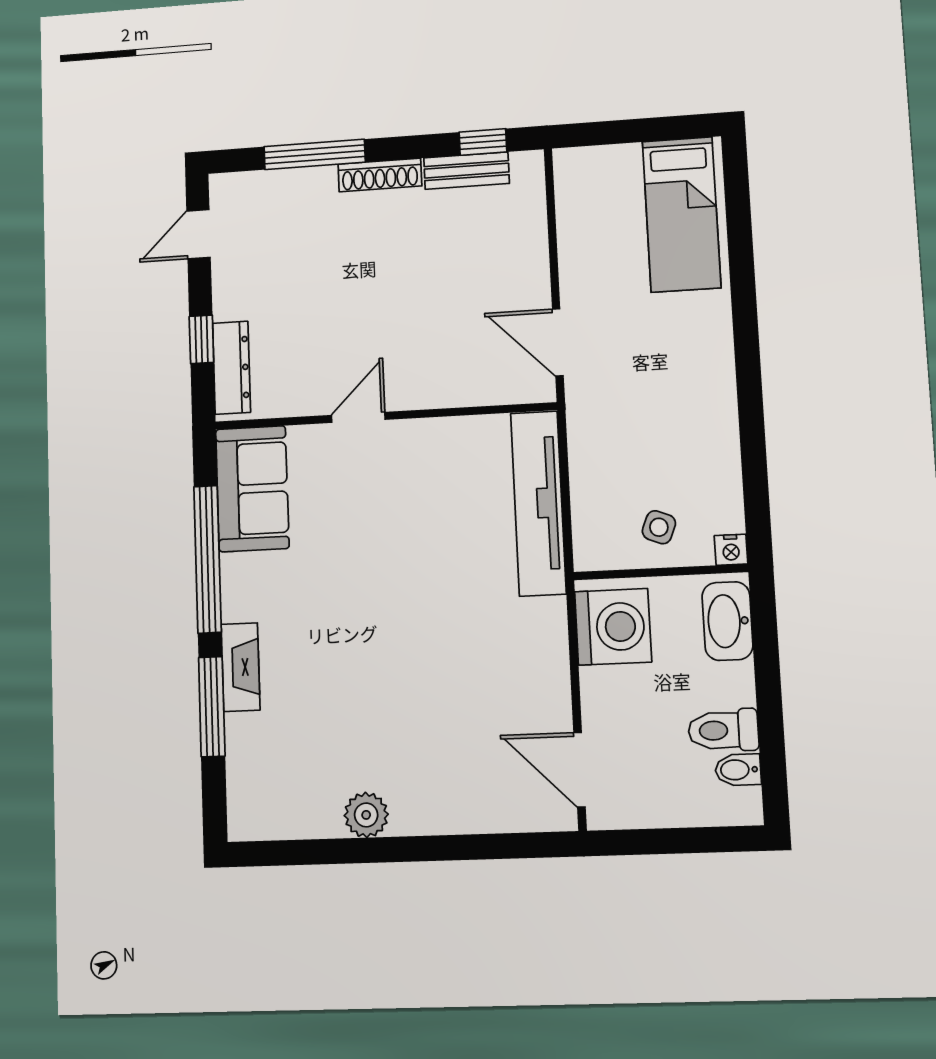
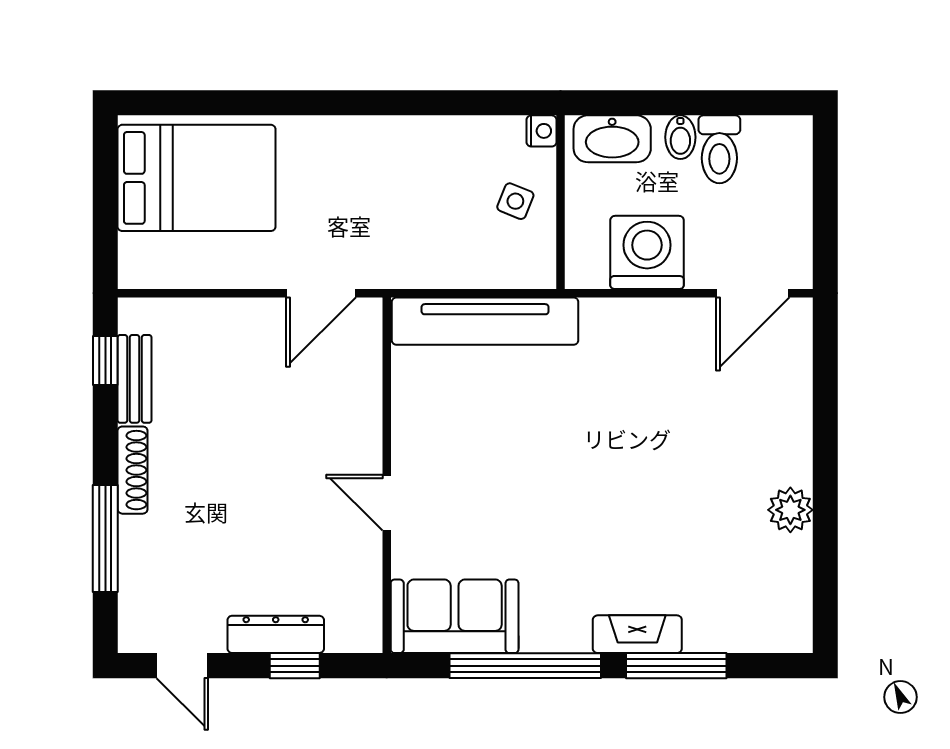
bed: (682, 214) -> (197, 178), width x1.50
dresser: (232, 368) -> (276, 634), moved
washing machine: (613, 627) -> (647, 252), moved
bidet: (738, 770) -> (680, 137), moved

